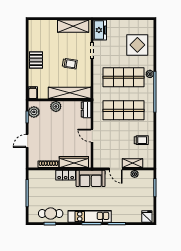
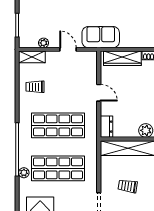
shelving: (132, 163) -> (32, 57), moved
locker: (66, 175) -> (133, 41), removed

